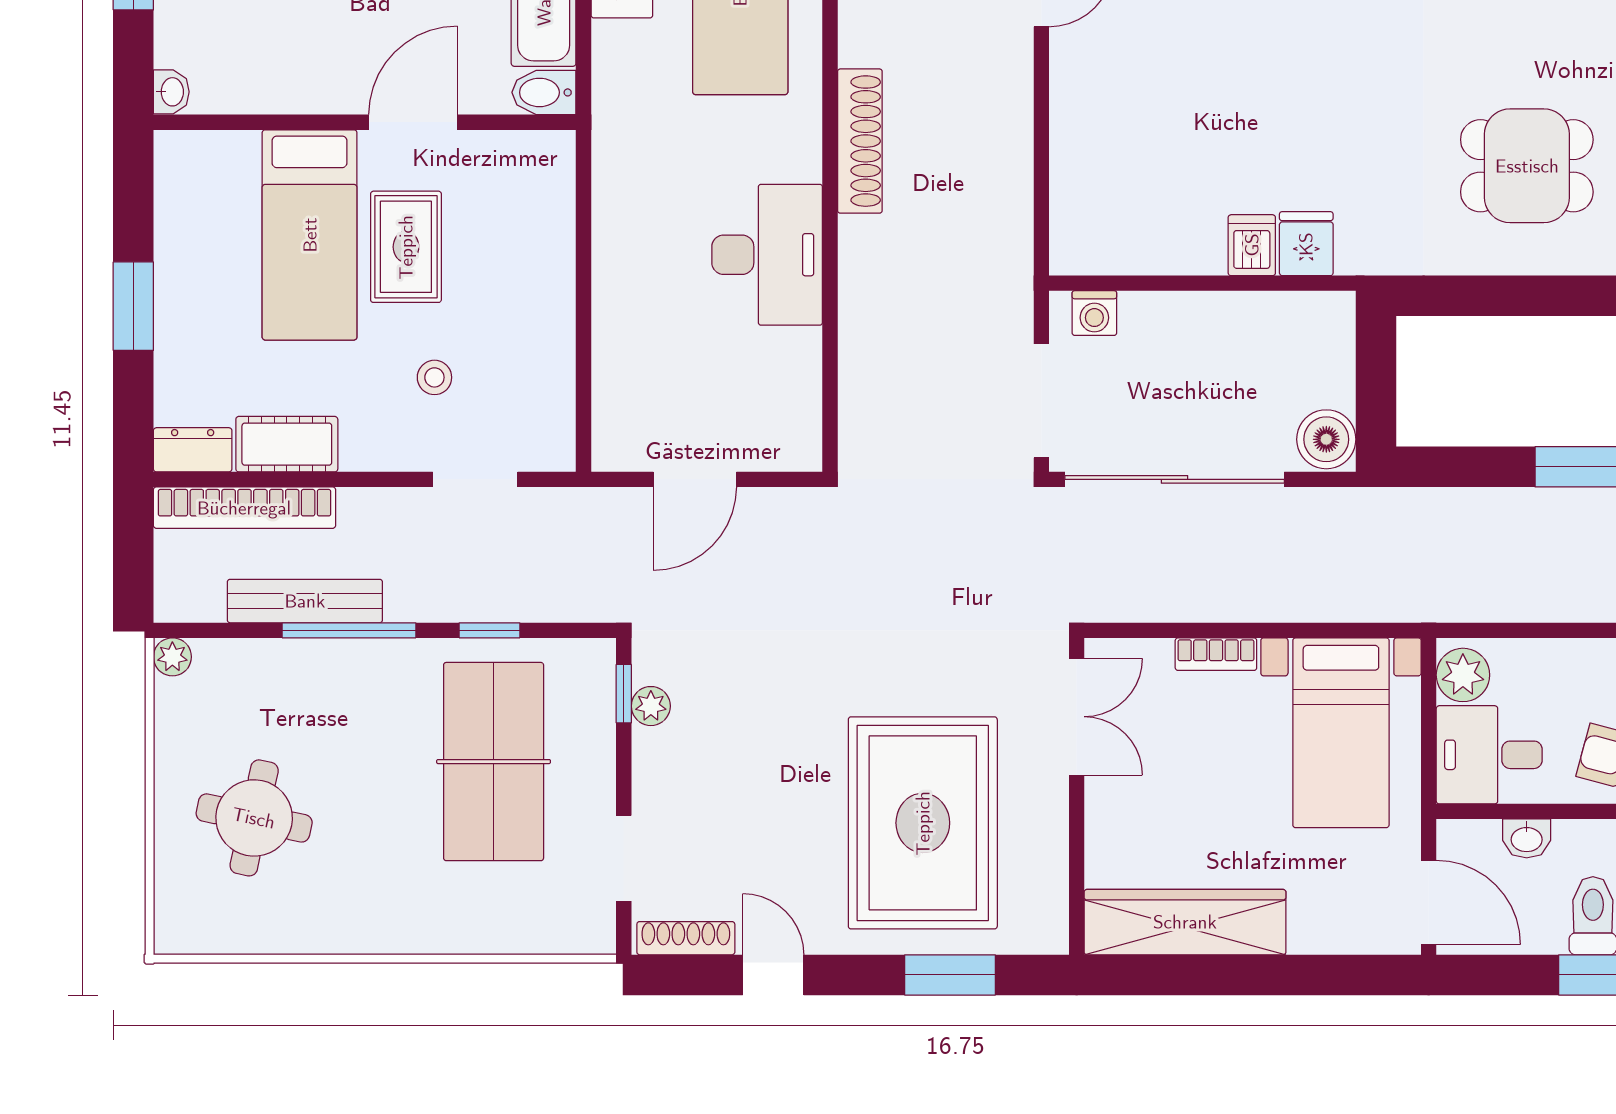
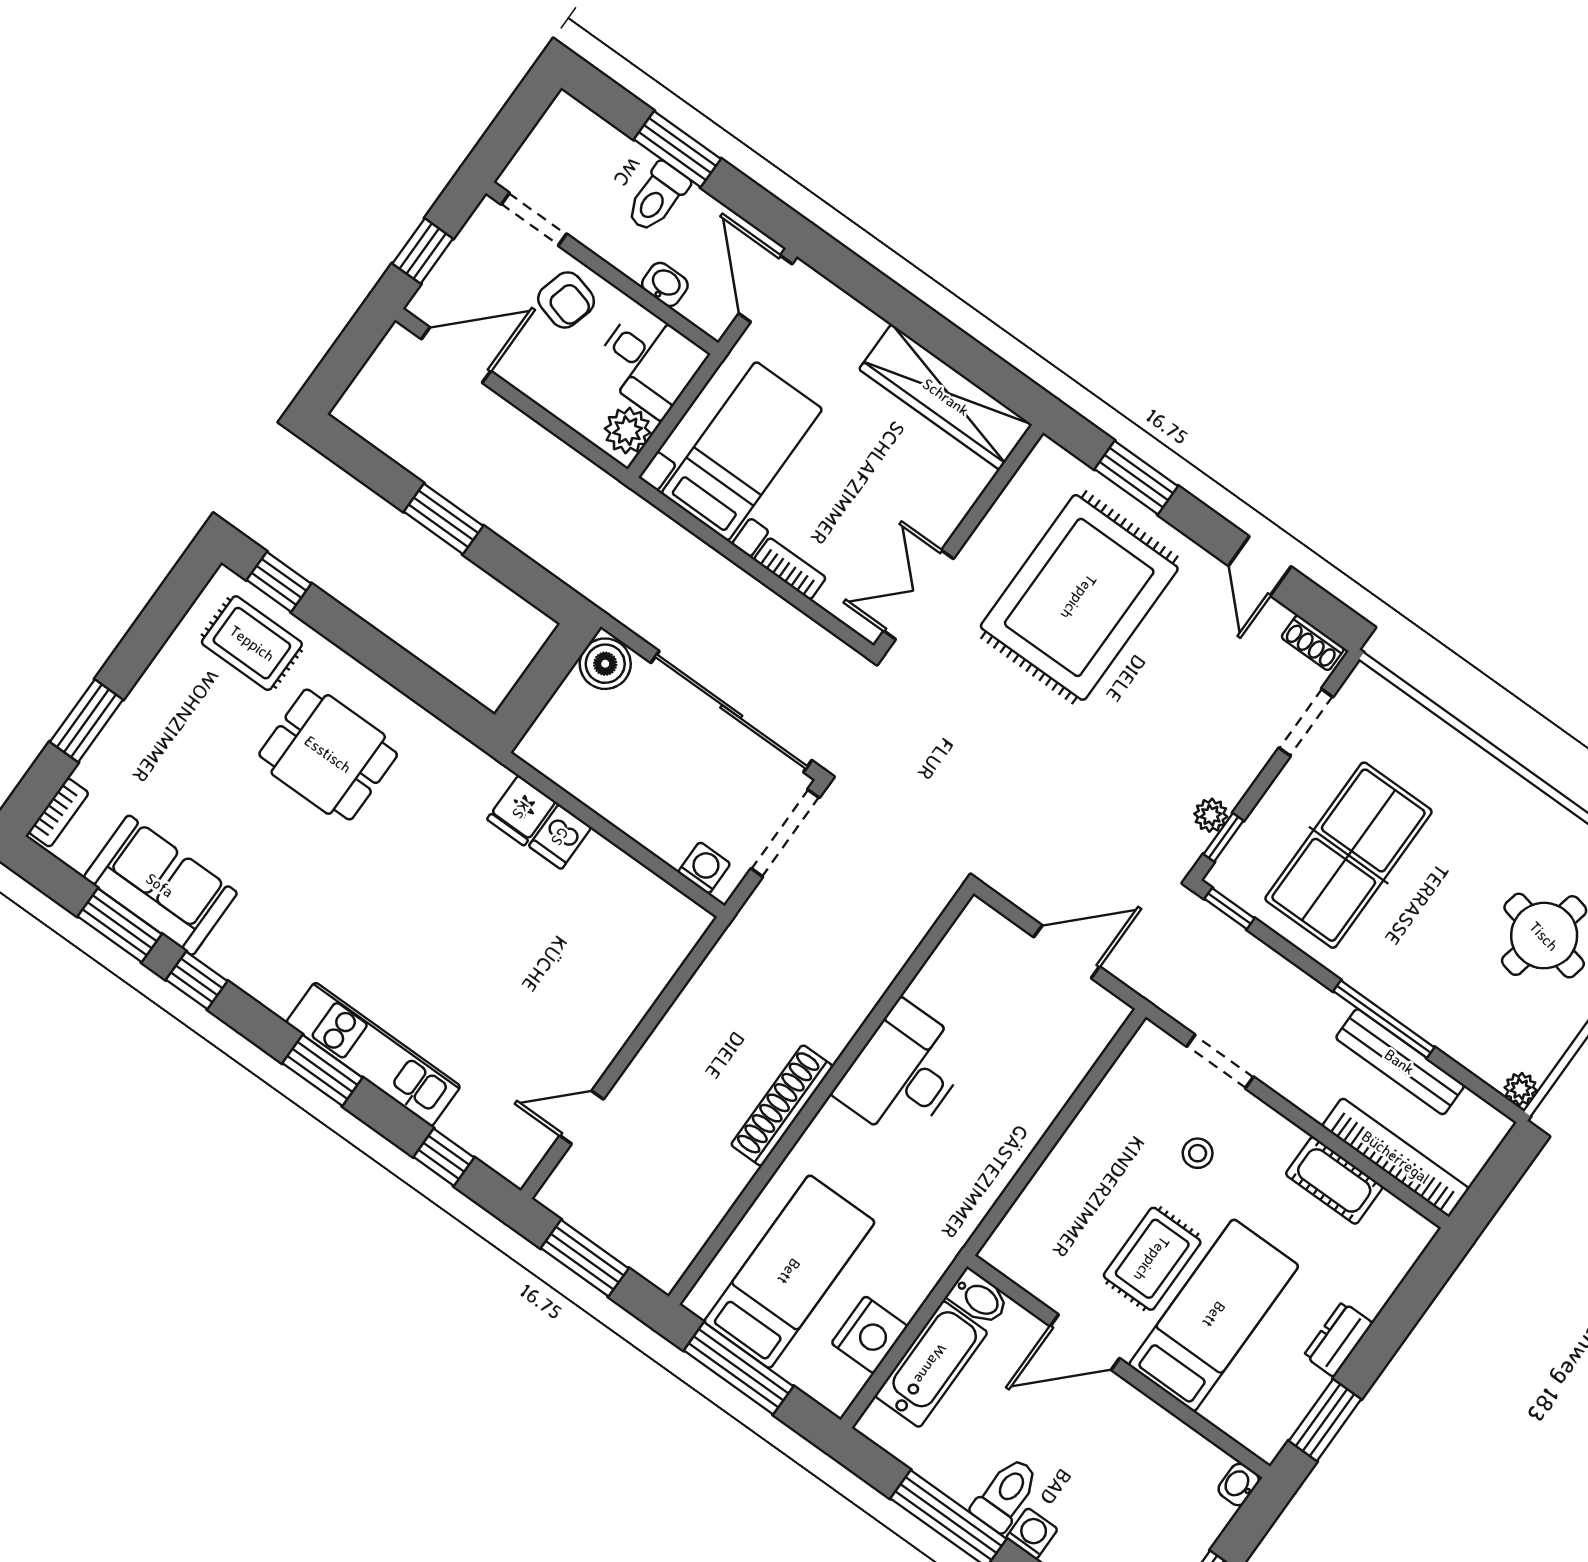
window: (133, 306) -> (1325, 1420), moved
dresser: (193, 450) -> (1338, 1339), moved, turned 90
window: (489, 630) -> (1229, 909), moved
shoe rack: (686, 938) -> (1313, 643), width x0.70

